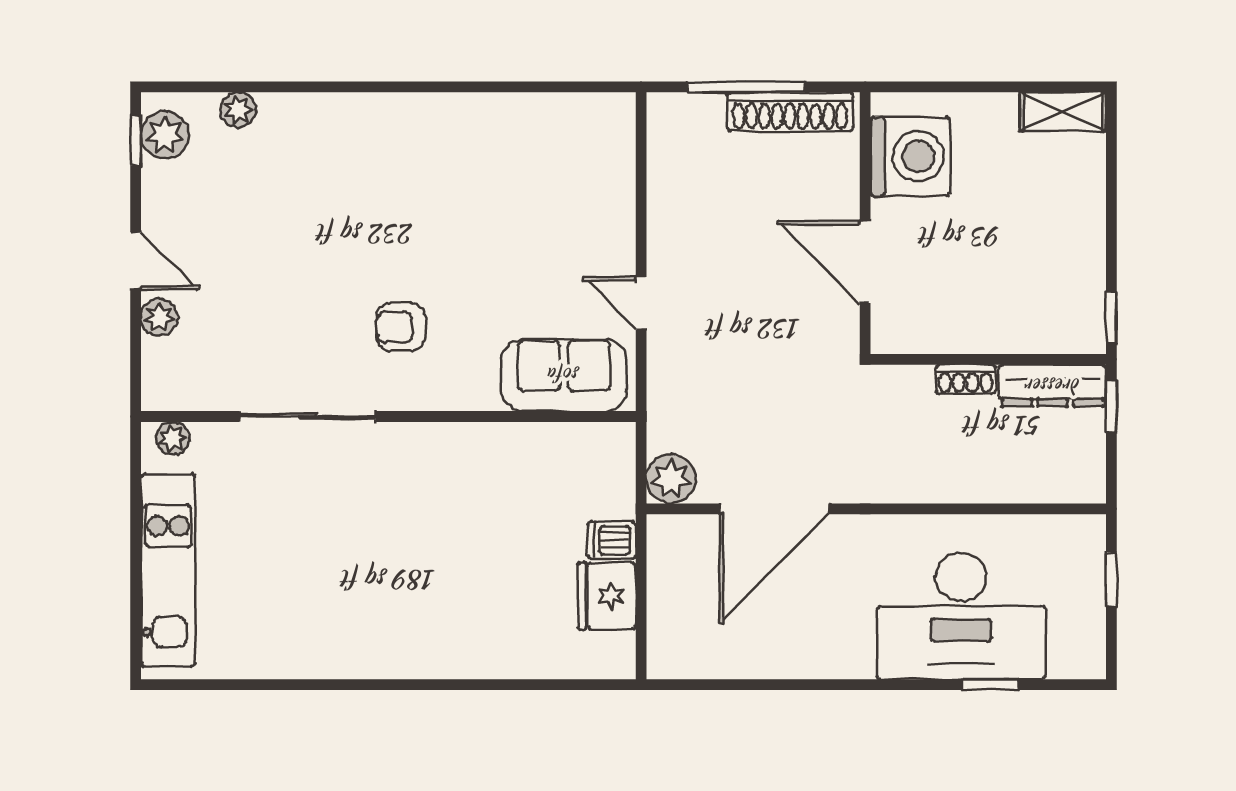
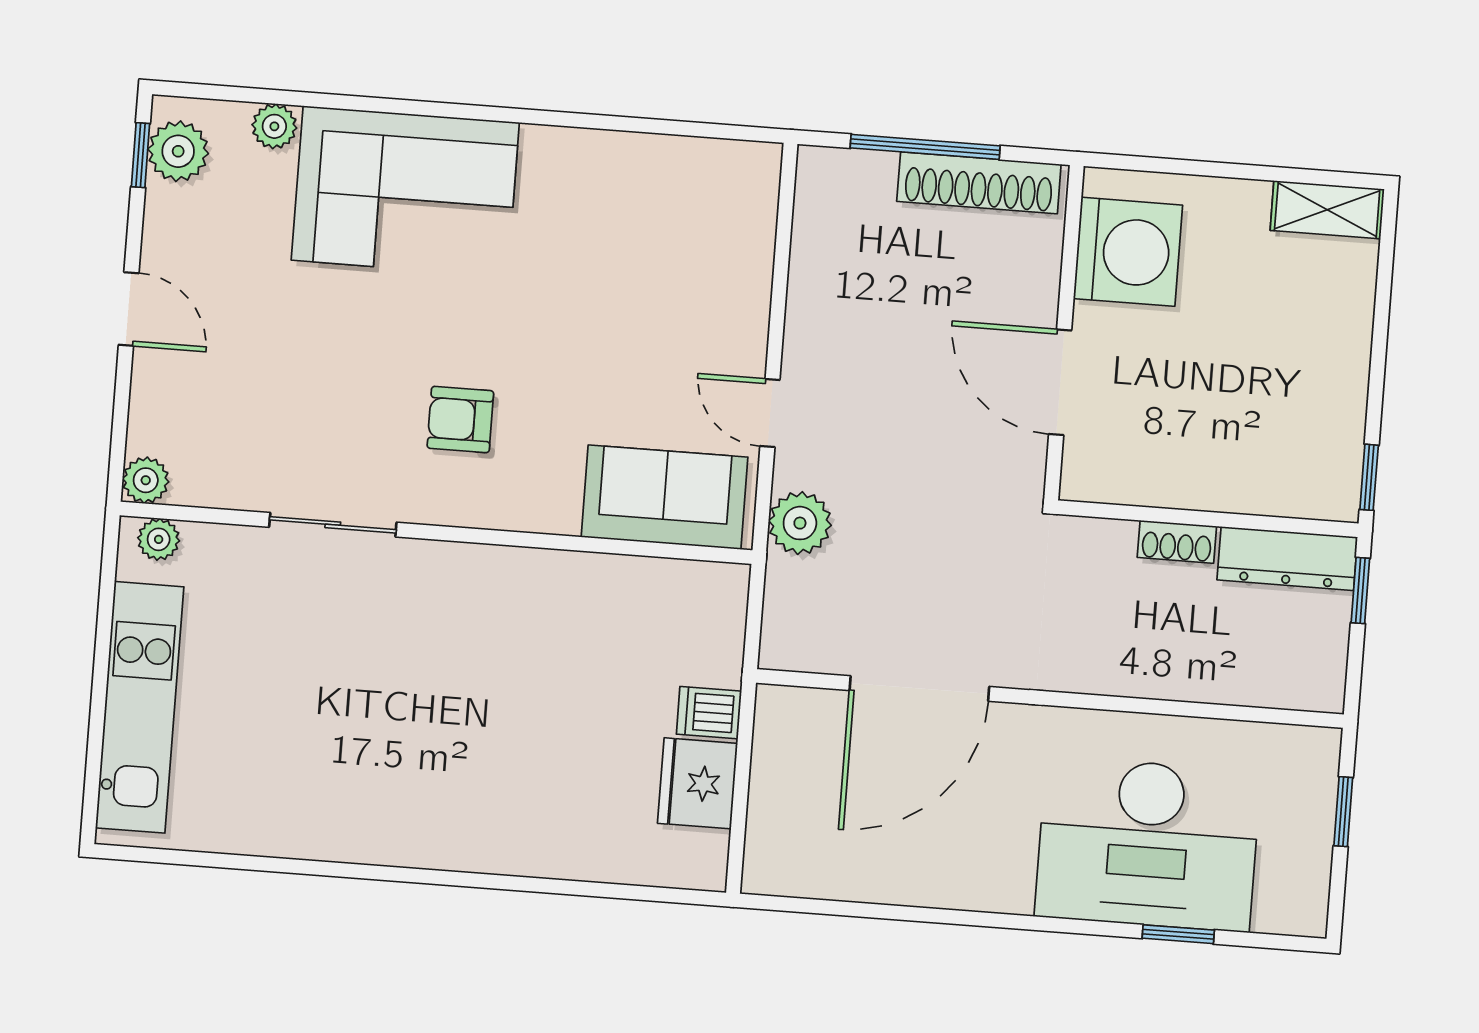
corner sofa: (344, 153) -> (405, 191), added
plant: (159, 317) -> (146, 480), moved
sliding door: (308, 416) -> (333, 525), width x0.73
plant: (671, 479) -> (800, 523), moved

